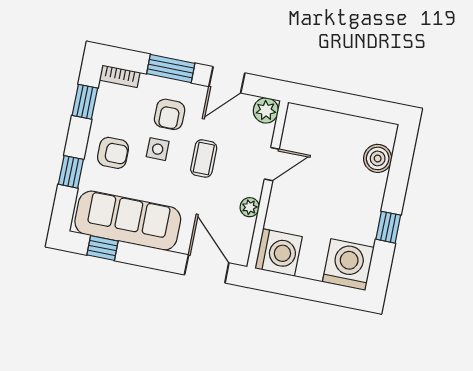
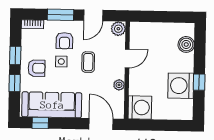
window: (85, 102) -> (15, 55), moved
washing machine: (348, 265) -> (181, 86), moved, turned -90

